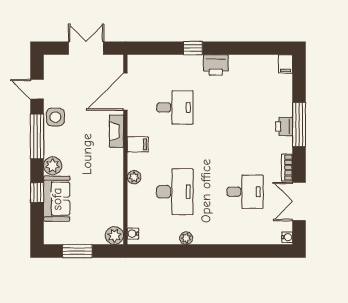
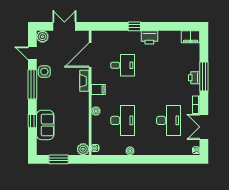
filing cabinet: (286, 64) -> (191, 37), width x2.00
plant: (53, 166) -> (43, 37), moved
desk: (245, 192) -> (168, 120), width x1.37

